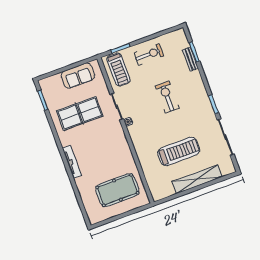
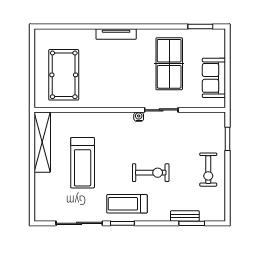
treadmill: (118, 70) -> (127, 204), moved
shelving: (197, 179) -> (42, 142), moved

